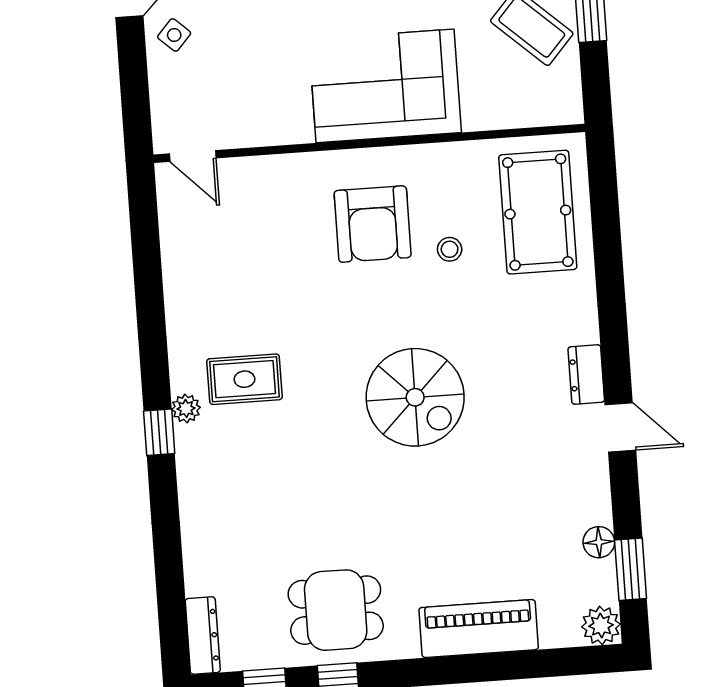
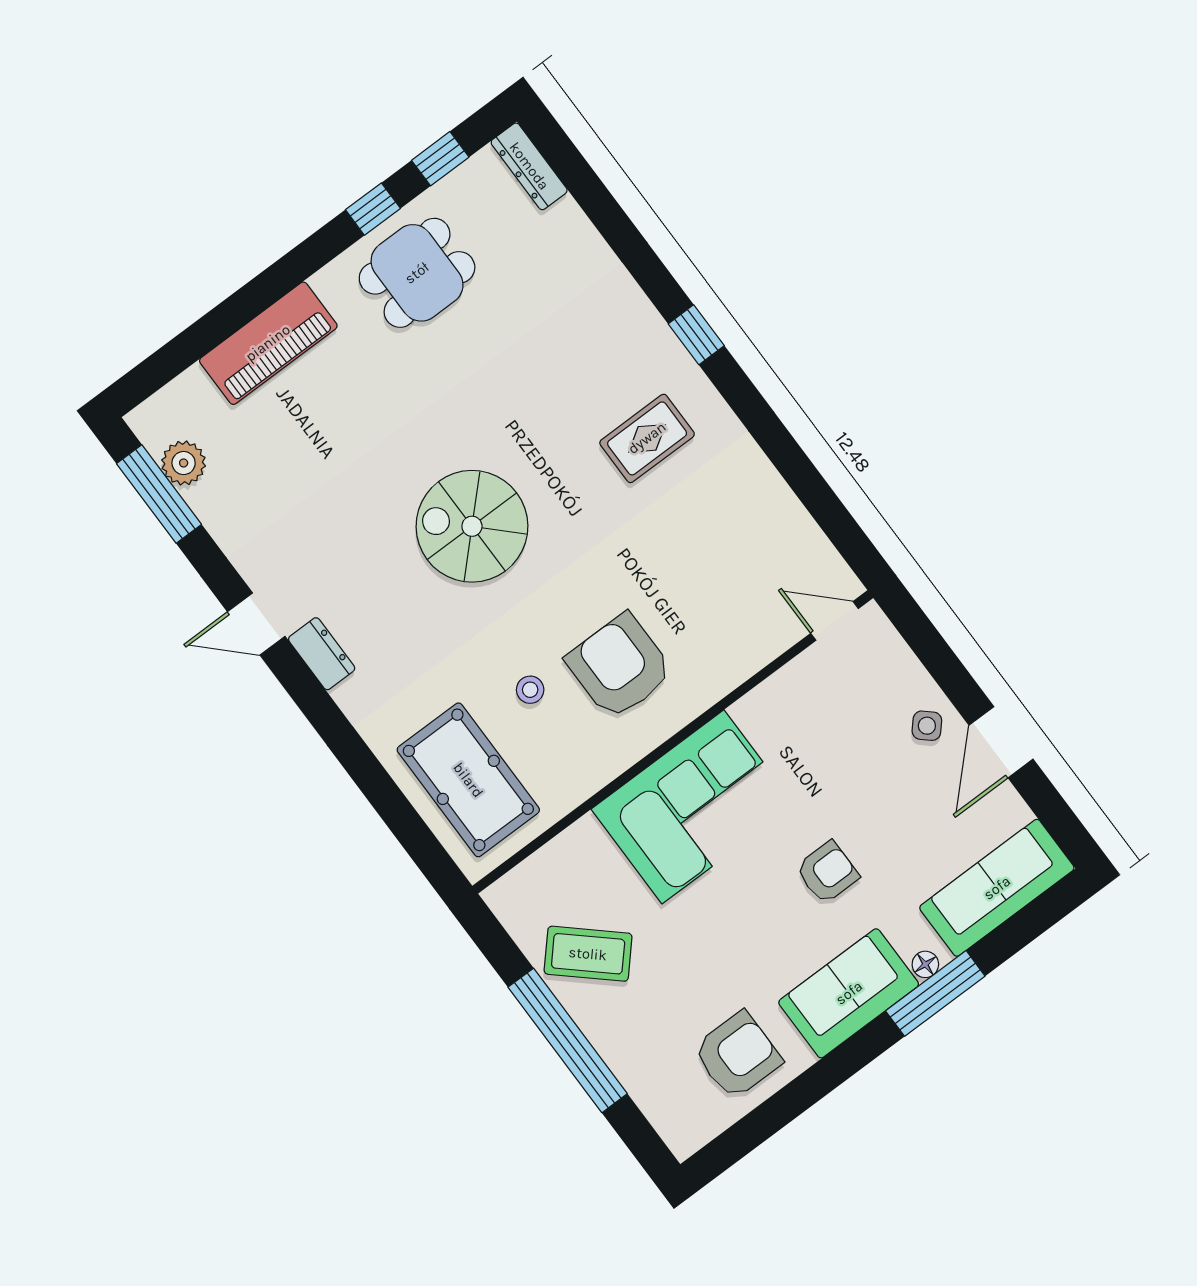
plant: (186, 409) -> (685, 374), removed
floor lamp: (599, 542) -> (206, 500), removed
window: (631, 569) -> (159, 494), width x1.44
plant: (601, 626) -> (184, 463), moved

